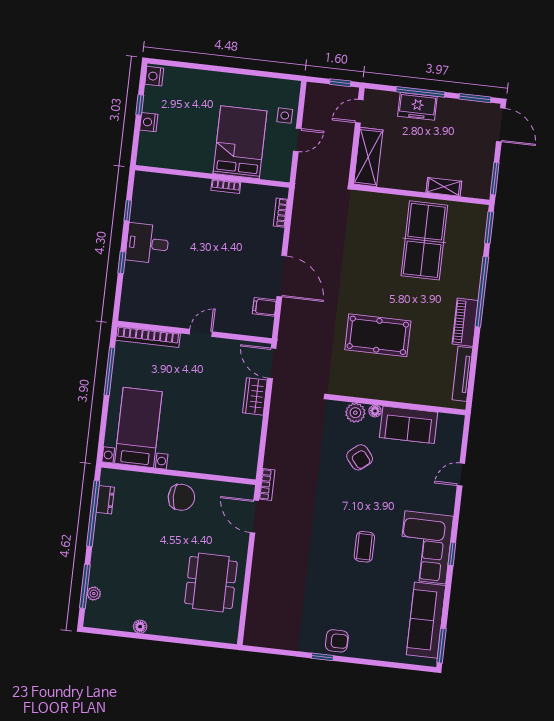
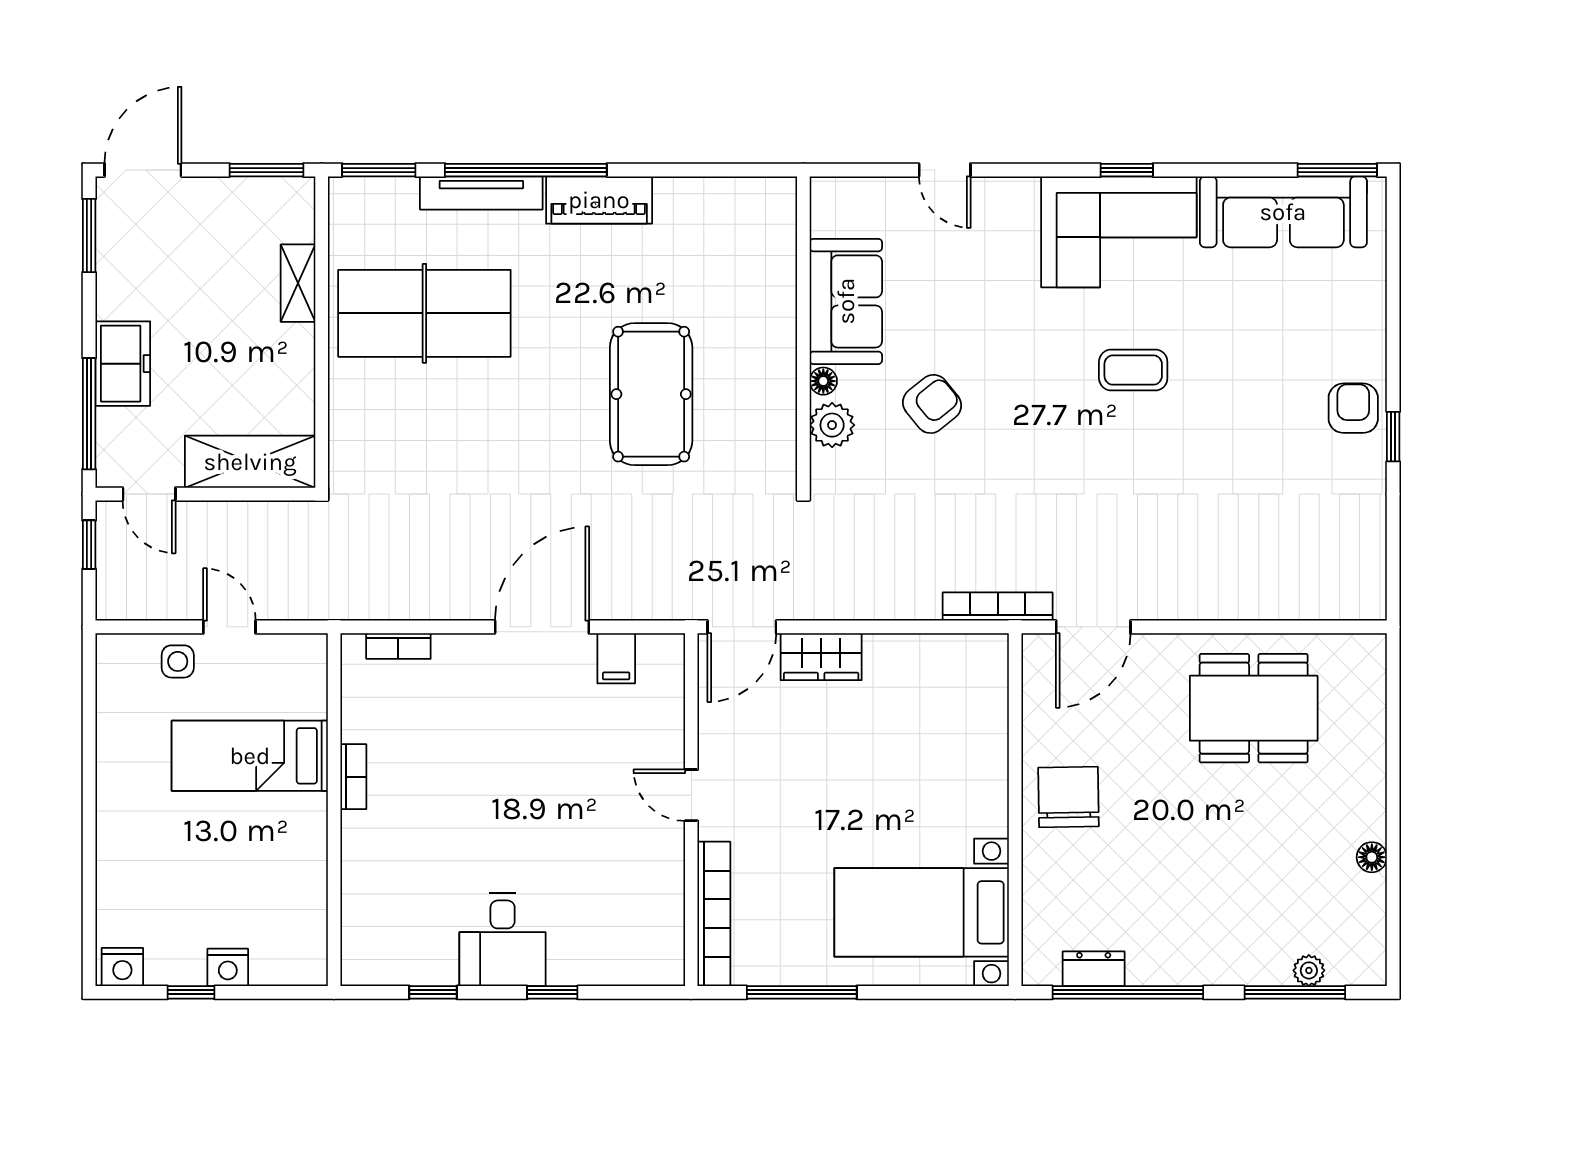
window: (420, 92) -> (89, 414), moved
bed: (240, 142) -> (250, 756), width x0.67
tv unit: (462, 374) -> (481, 193), moved
bookcase: (267, 485) -> (998, 607), width x1.56

